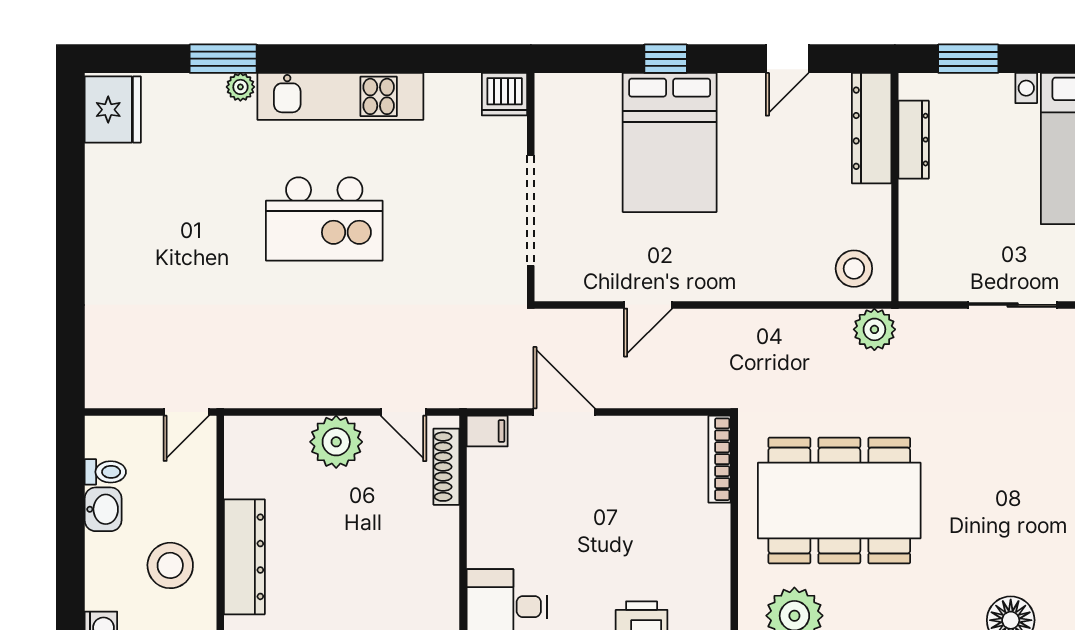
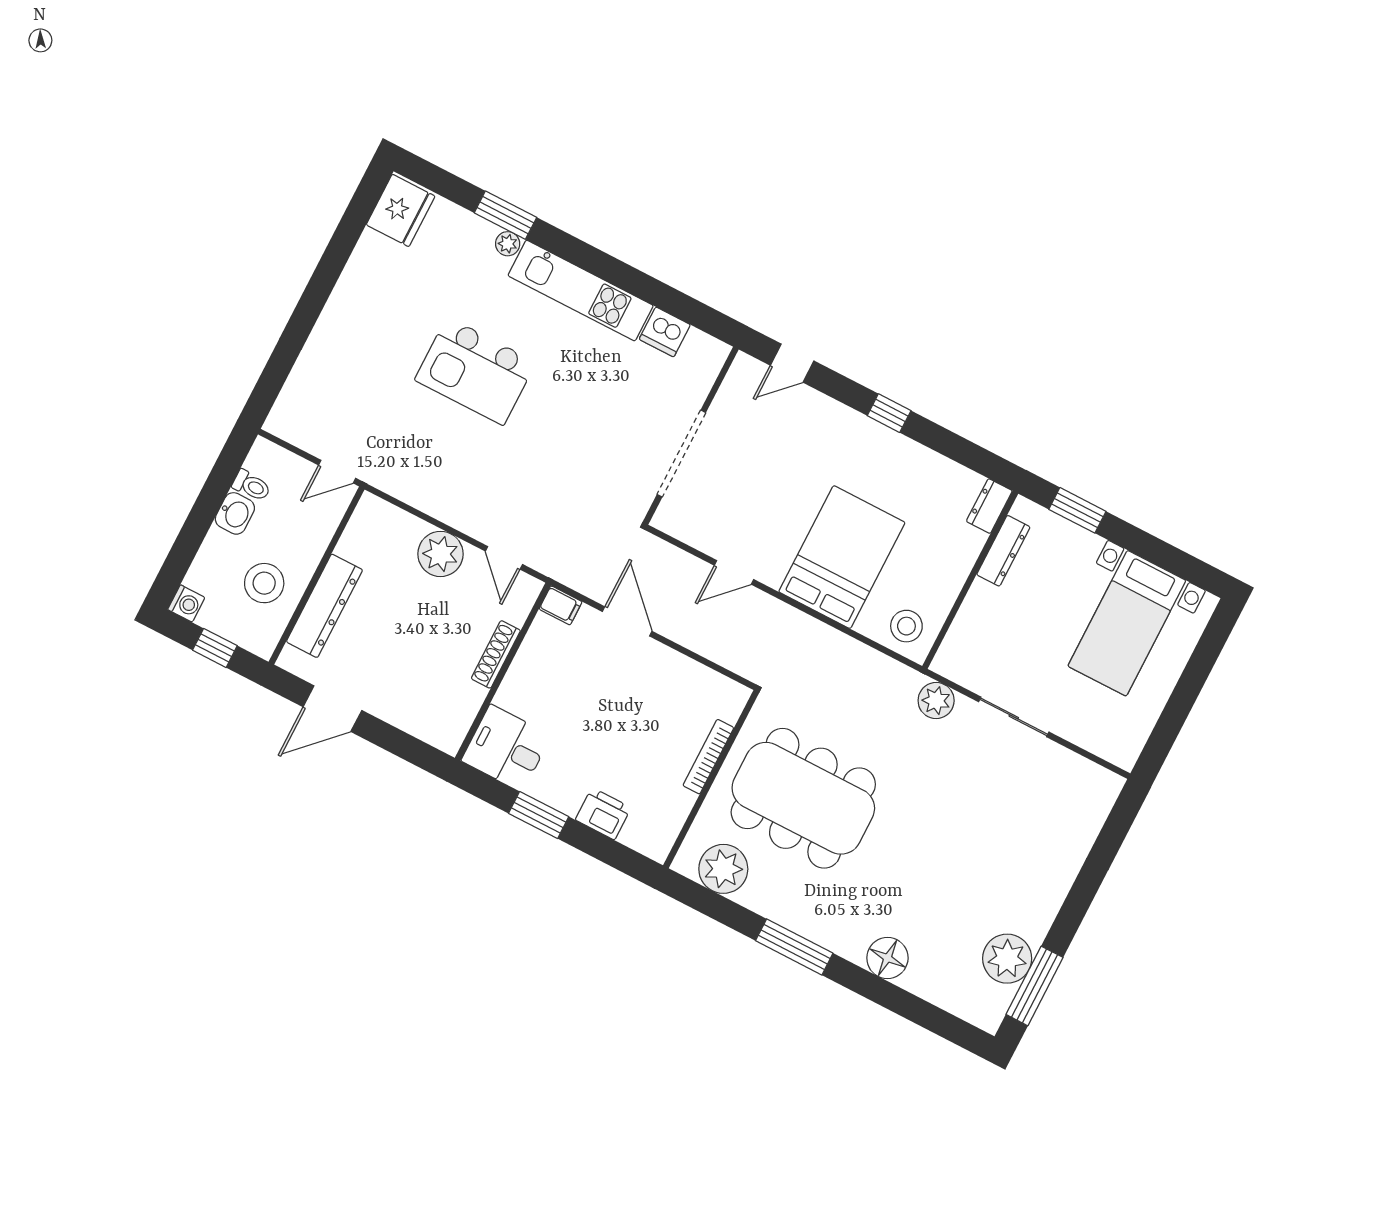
window: (666, 59) -> (889, 413), moved
door: (787, 59) -> (792, 363), moved
dishwasher: (505, 94) -> (665, 332), moved
dresser: (872, 128) -> (989, 506), width x0.51, depth x0.80
bed: (670, 142) -> (842, 557), moved, turned 180
kitchen island: (324, 219) -> (475, 371), moved
plant: (874, 329) -> (936, 701), moved
bookcase: (720, 459) -> (708, 757), moved
shoe rack: (446, 467) -> (496, 654), moved

